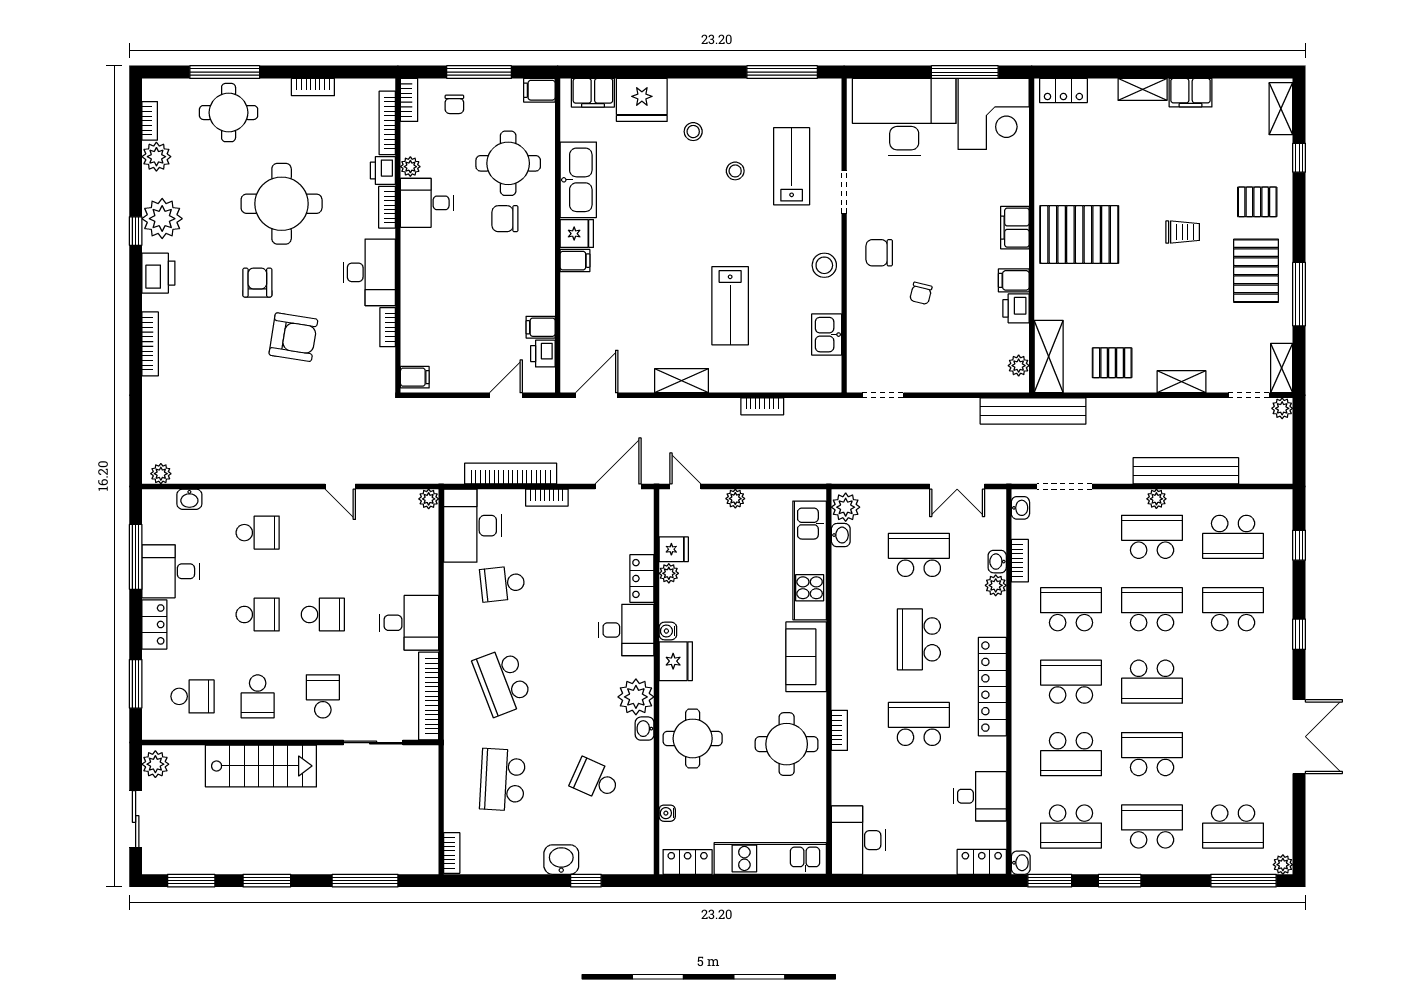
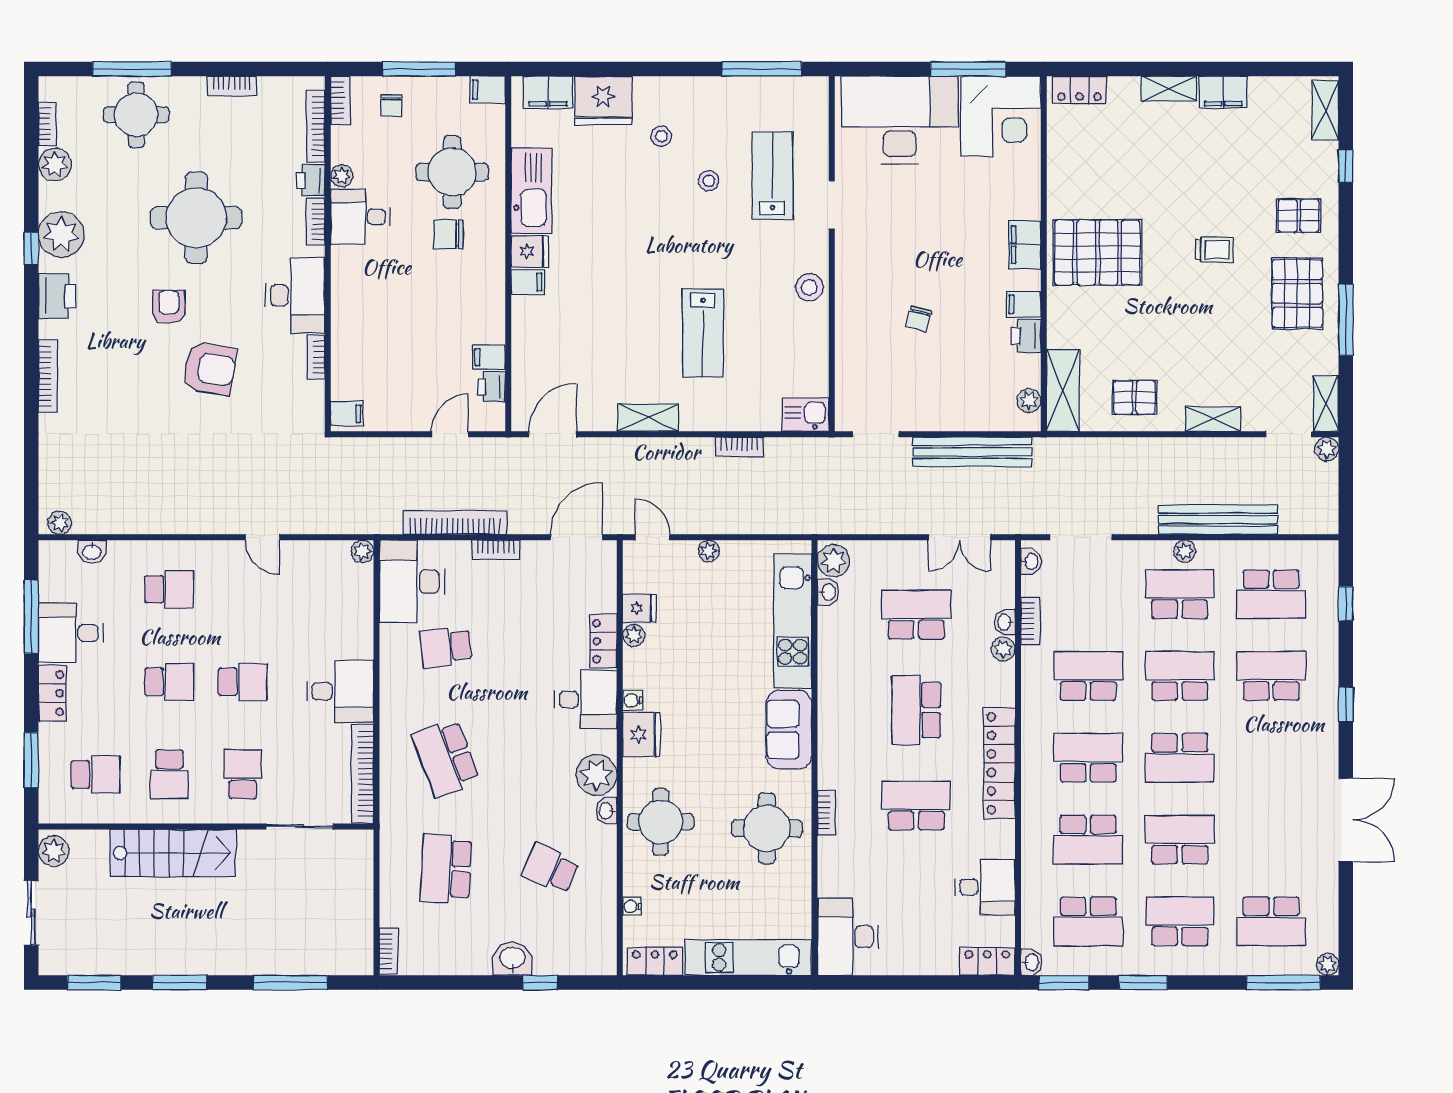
chair: (879, 253) -> (871, 273), removed
kitchen sink: (827, 335) -> (806, 414), moved, turned 90
bench: (1033, 411) -> (972, 452), moved

